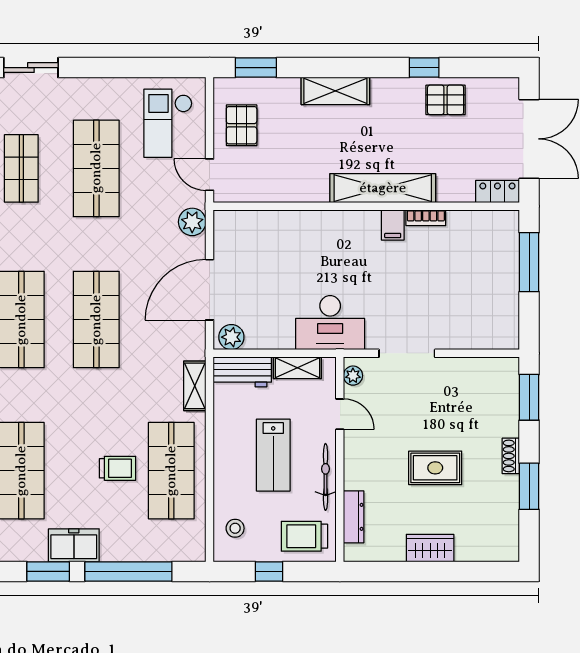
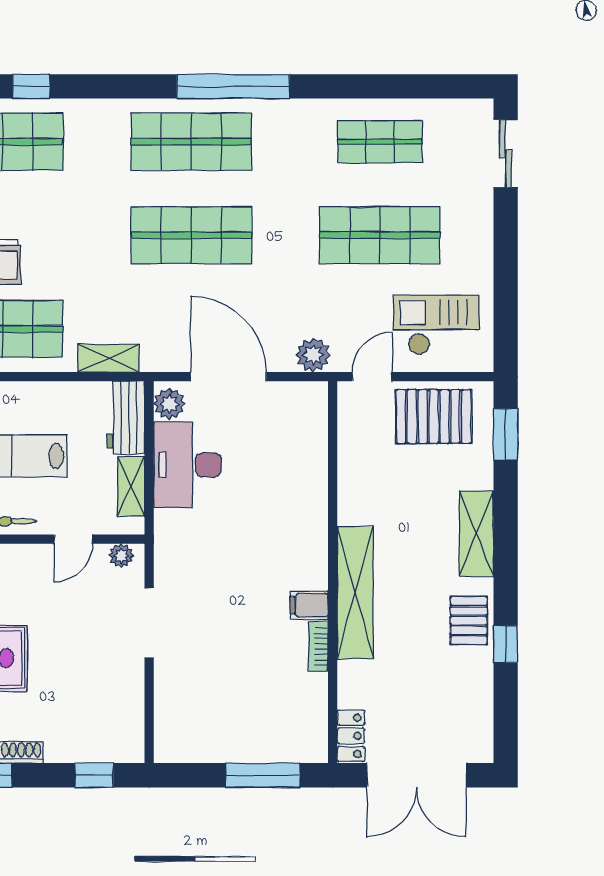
pallet: (446, 100) -> (469, 621), moved
pallet: (242, 125) -> (434, 417), width x1.50, depth x1.42
desk: (330, 323) -> (187, 465), moved
window: (529, 397) -> (94, 775), width x0.67

